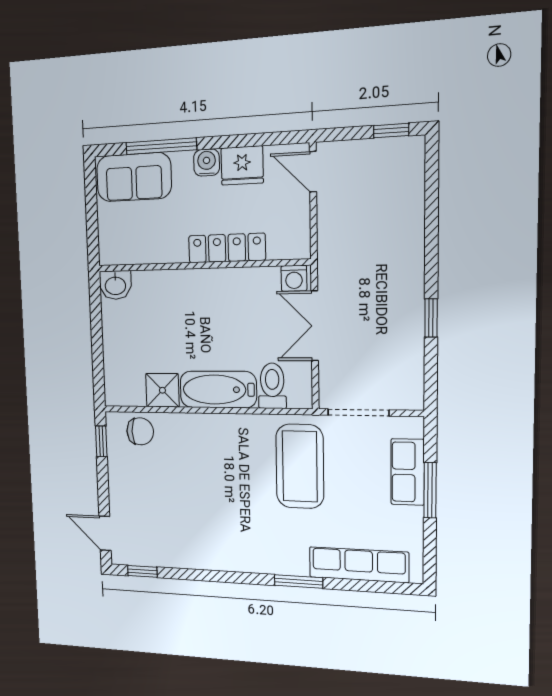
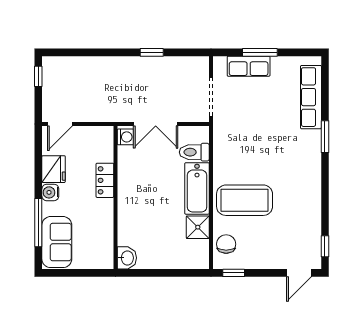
locker: (227, 248) -> (105, 180), width x0.66
coffee table: (300, 466) -> (245, 200), moved

